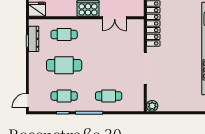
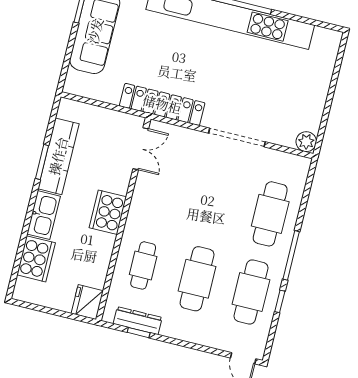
double door: (115, 18) -> (141, 149), moved
cafe table: (64, 96) -> (251, 292), width x1.37, depth x1.35
cafe table: (109, 96) -> (270, 214), width x1.37, depth x1.35

